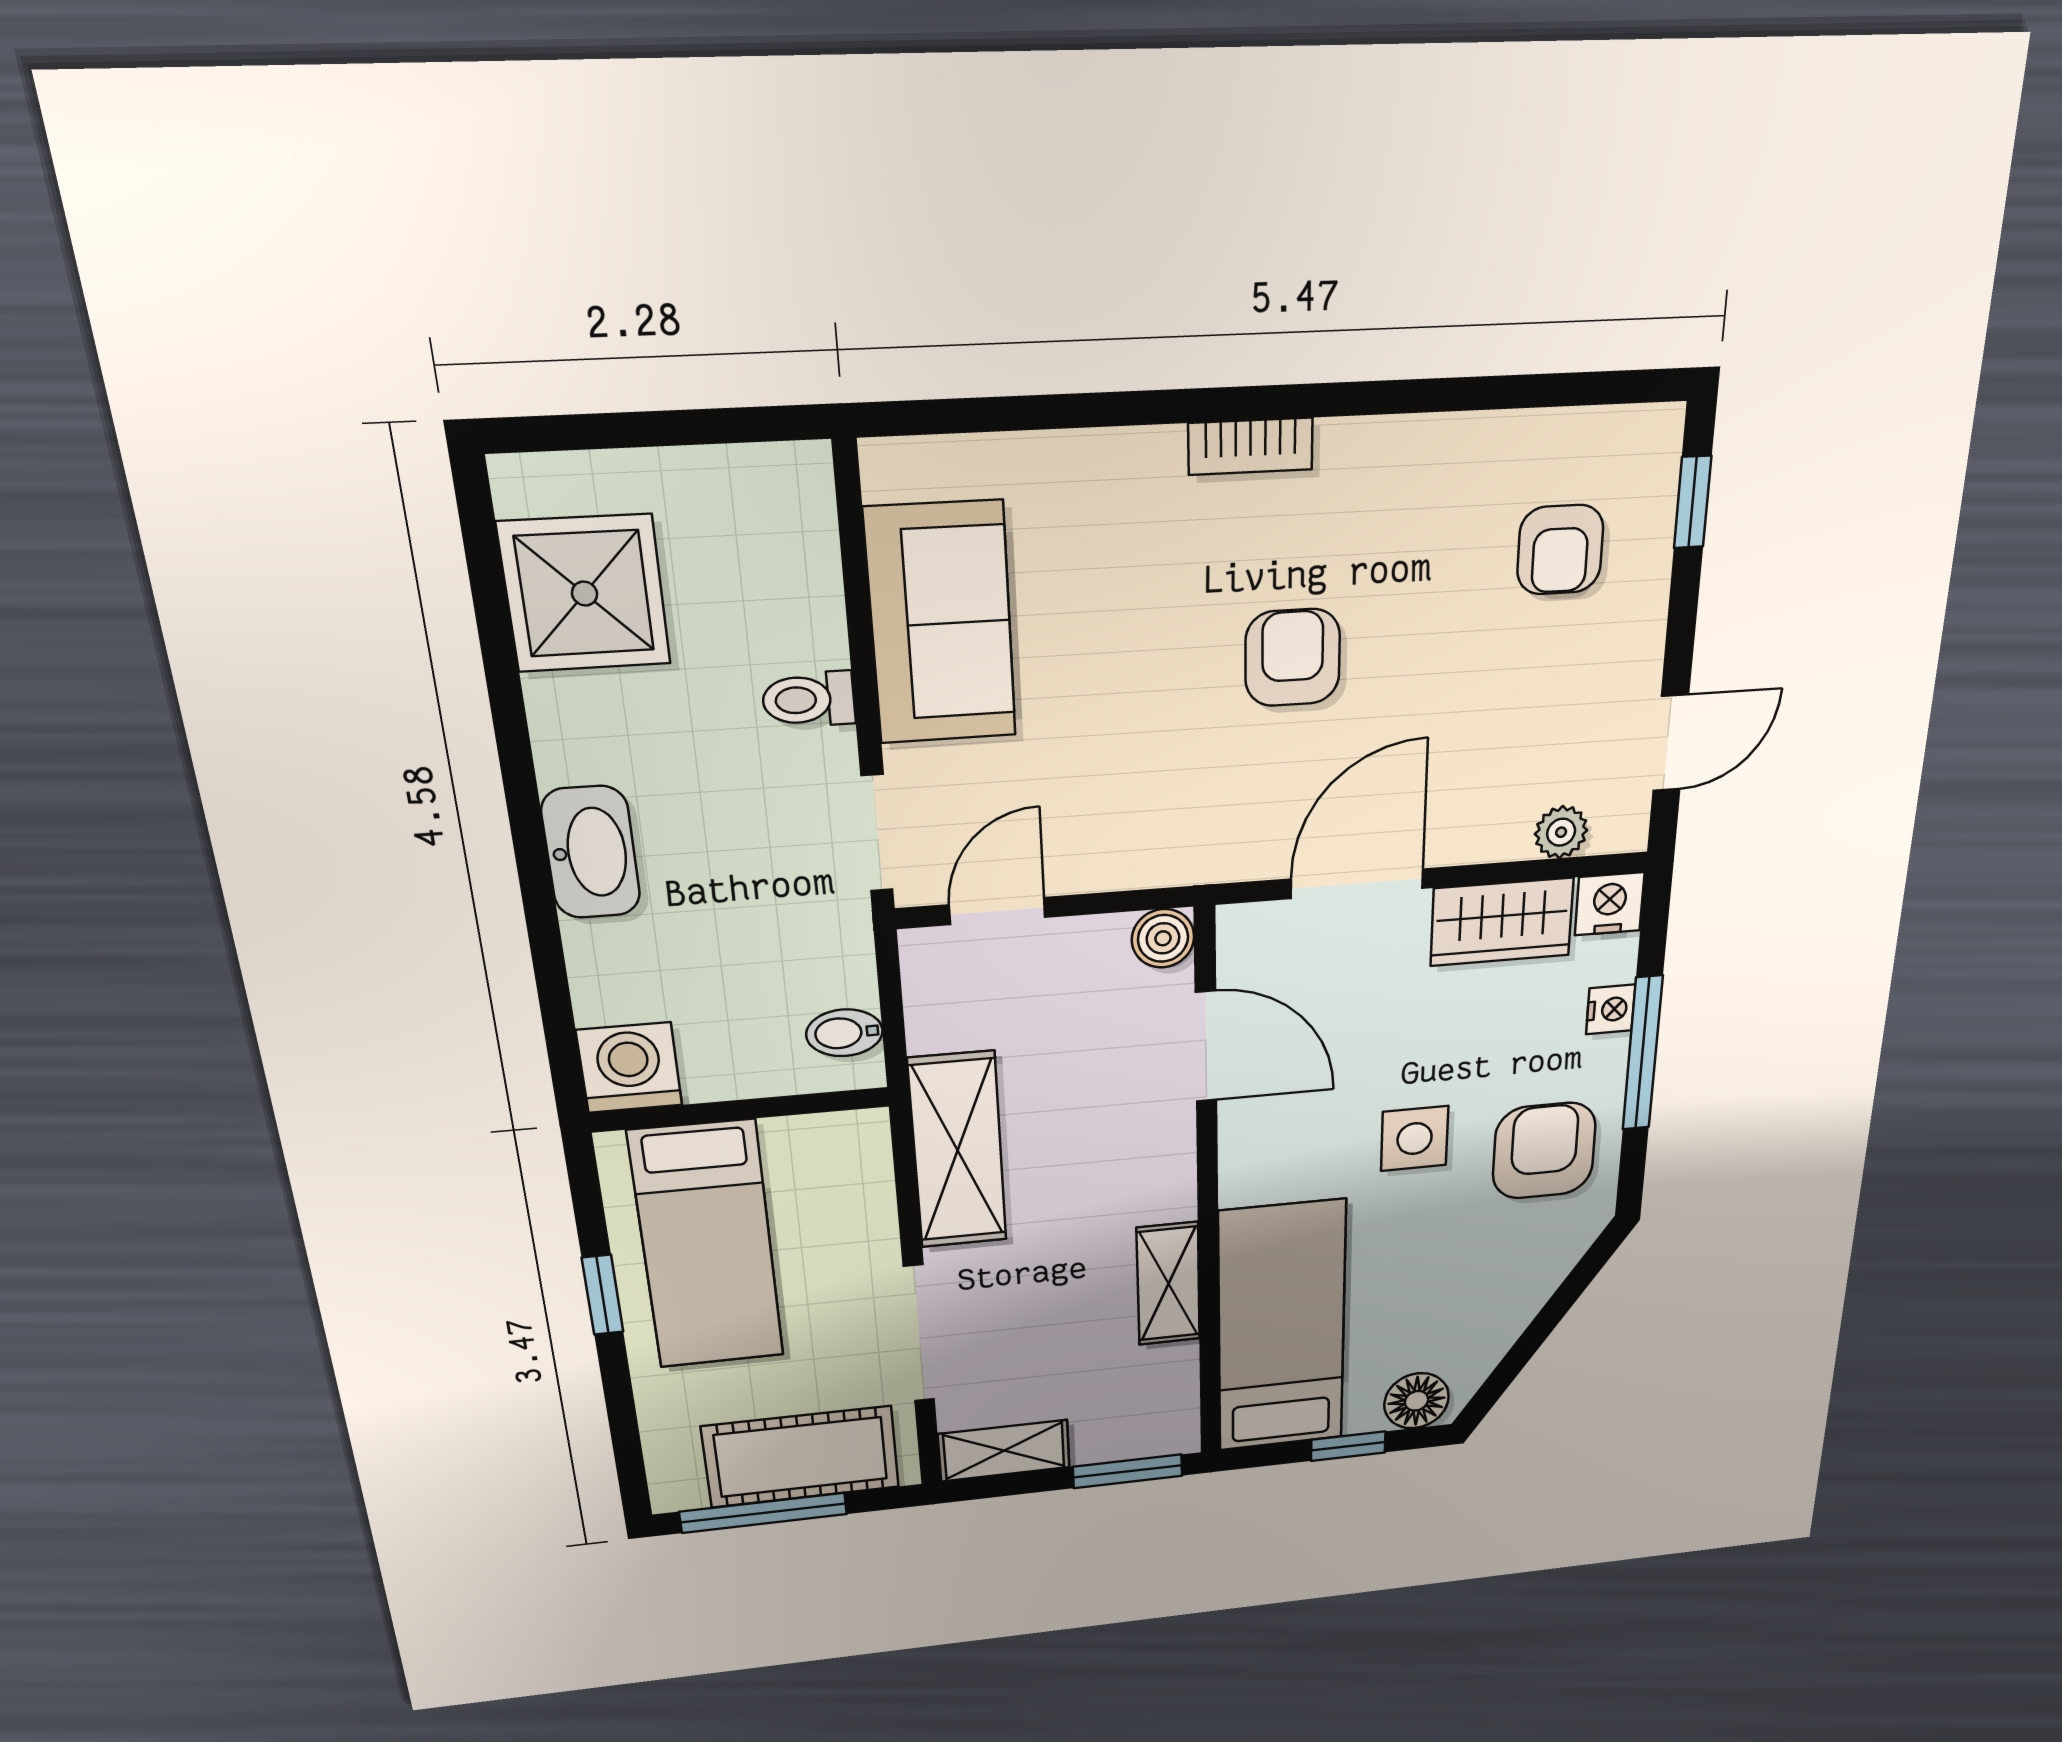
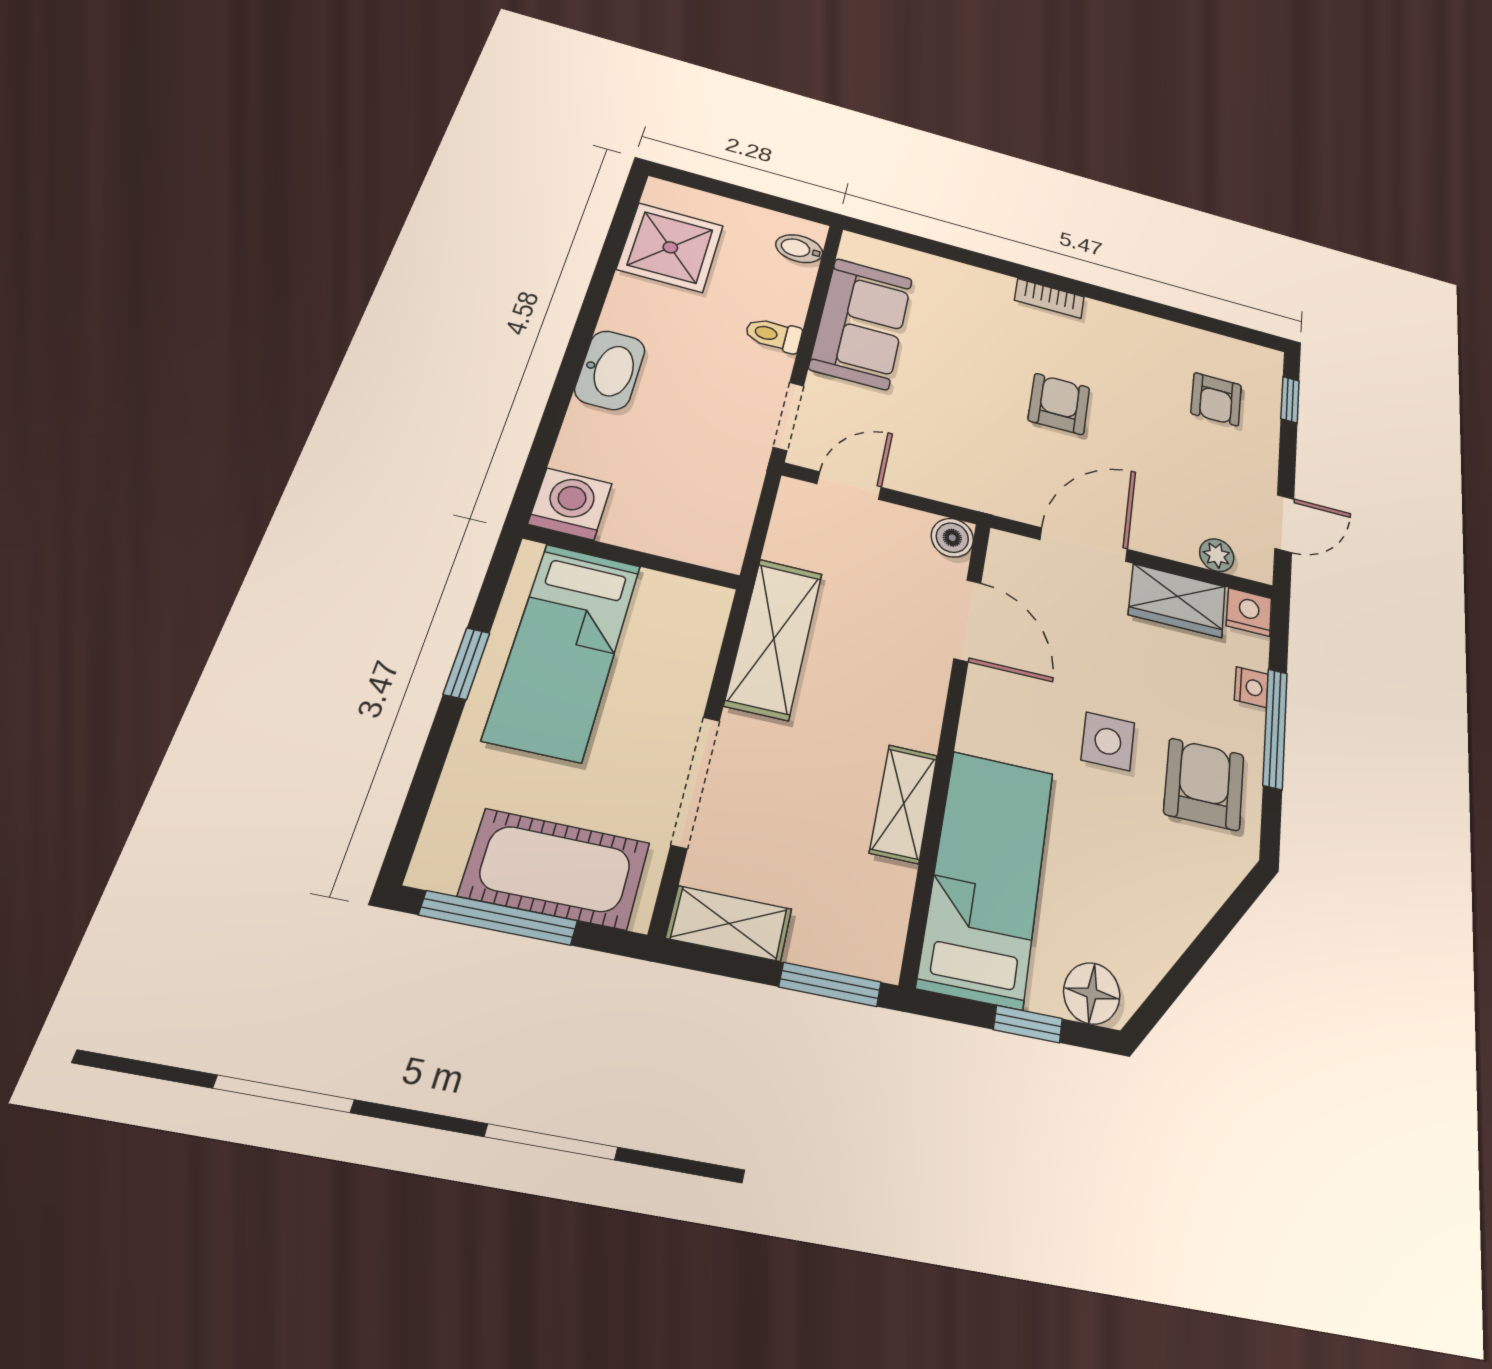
bidet: (844, 1033) -> (799, 249), moved

